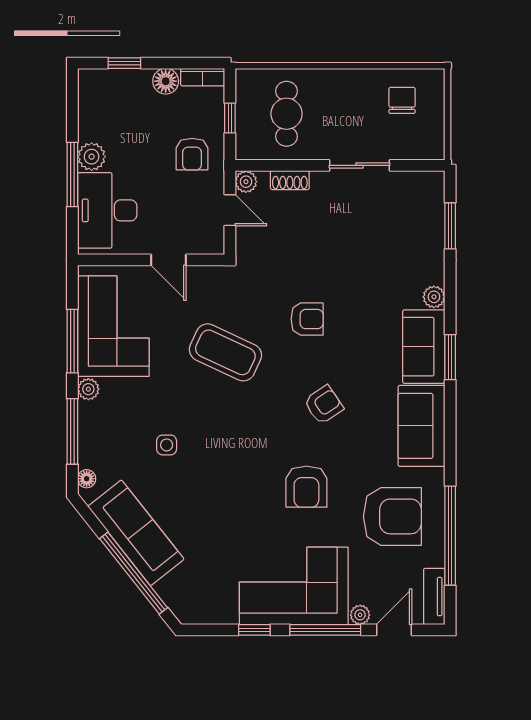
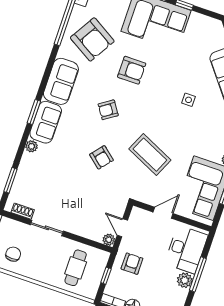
chair: (402, 100) -> (13, 254), turned 180
shoe rack: (290, 180) -> (23, 211), moved
door: (168, 260) -> (163, 213), hinge flipped
armchair: (307, 319) -> (101, 157), turned -140
side table: (167, 445) -> (189, 100), moved
armchair: (306, 487) -> (132, 70), turned 90
armchair: (392, 516) -> (92, 39), turned -149

